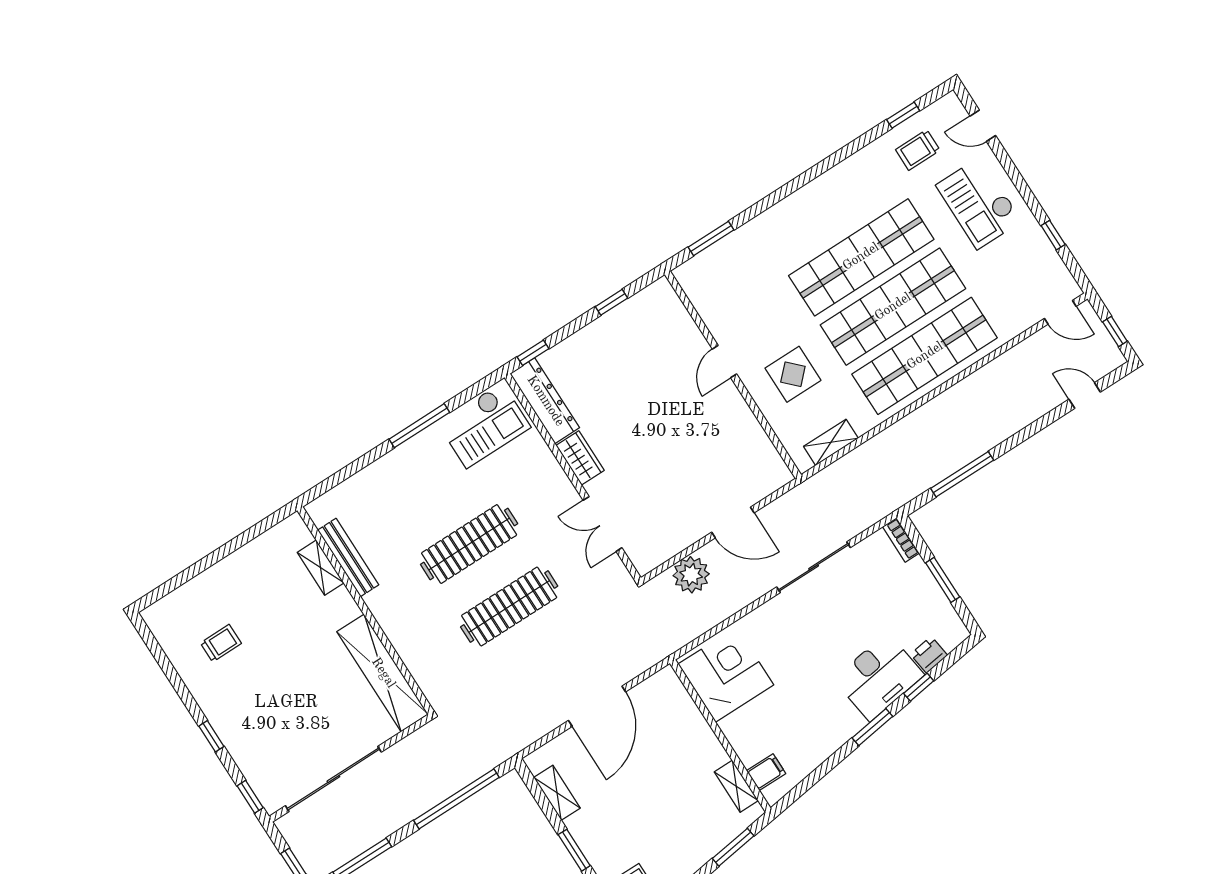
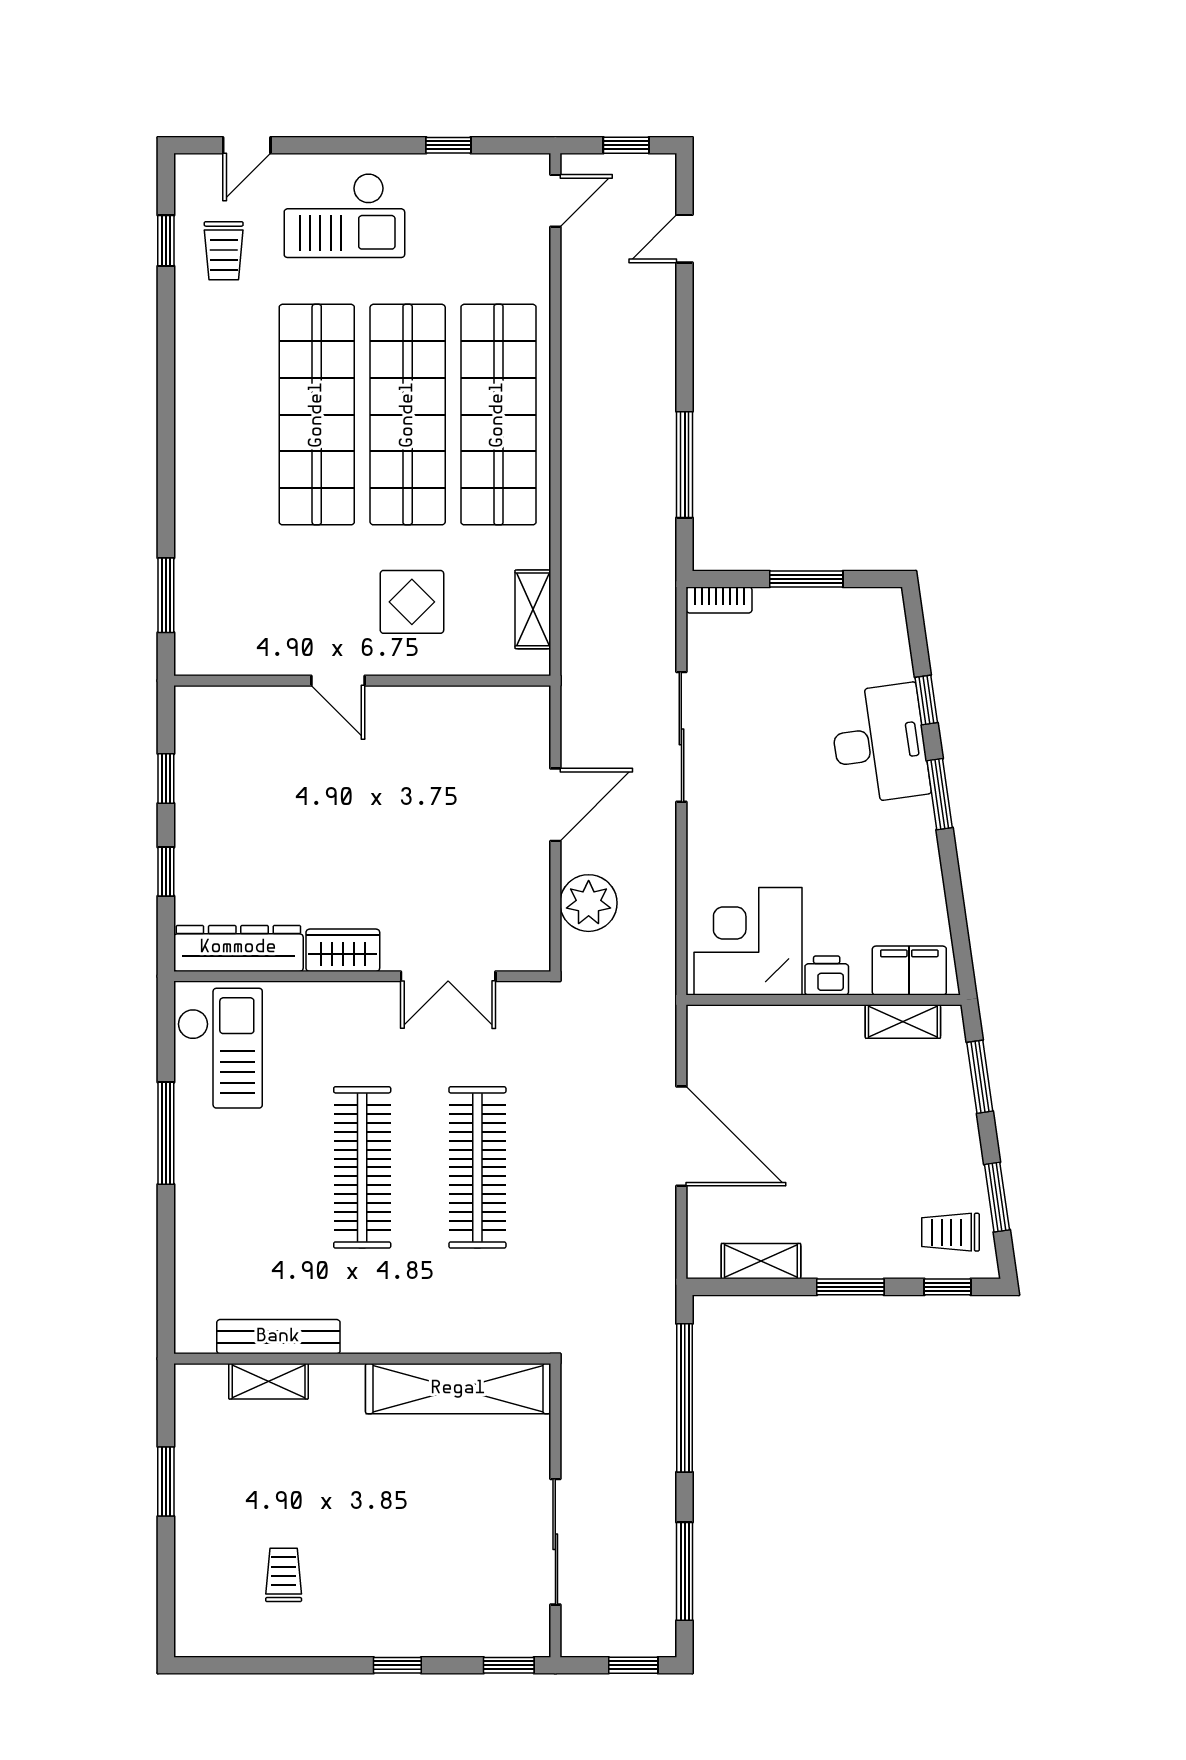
window: (533, 353) -> (166, 872), moved
window: (231, 547) -> (166, 1481), added
printer: (929, 655) -> (827, 975), moved, turned 98
filing cabinet: (766, 772) -> (909, 971), width x2.00
sliding door: (333, 779) -> (555, 1542), width x0.73

